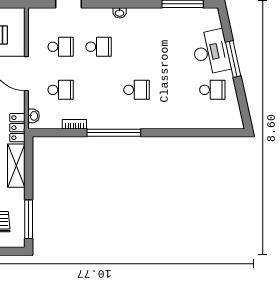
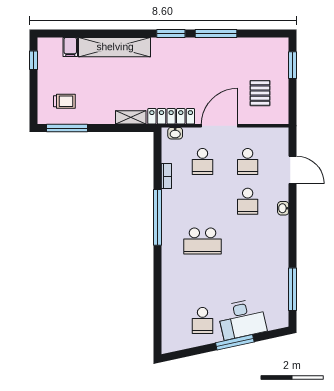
washbasin: (120, 13) -> (283, 208), moved
school desk: (136, 90) -> (203, 241), width x1.85
locker: (17, 128) -> (171, 116), width x1.53
shelving: (16, 166) -> (131, 117), width x0.67, depth x0.75

